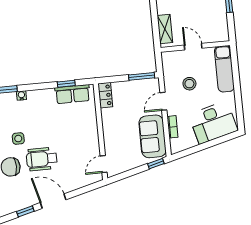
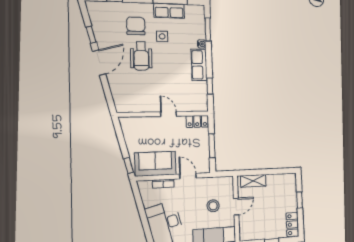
window: (142, 76) -> (212, 146), moved
stool: (189, 84) -> (213, 206), moved
row of seats: (72, 94) -> (199, 65), moved
wheelchair: (42, 159) -> (141, 56), turned 180
door: (104, 164) -> (168, 114), moved

